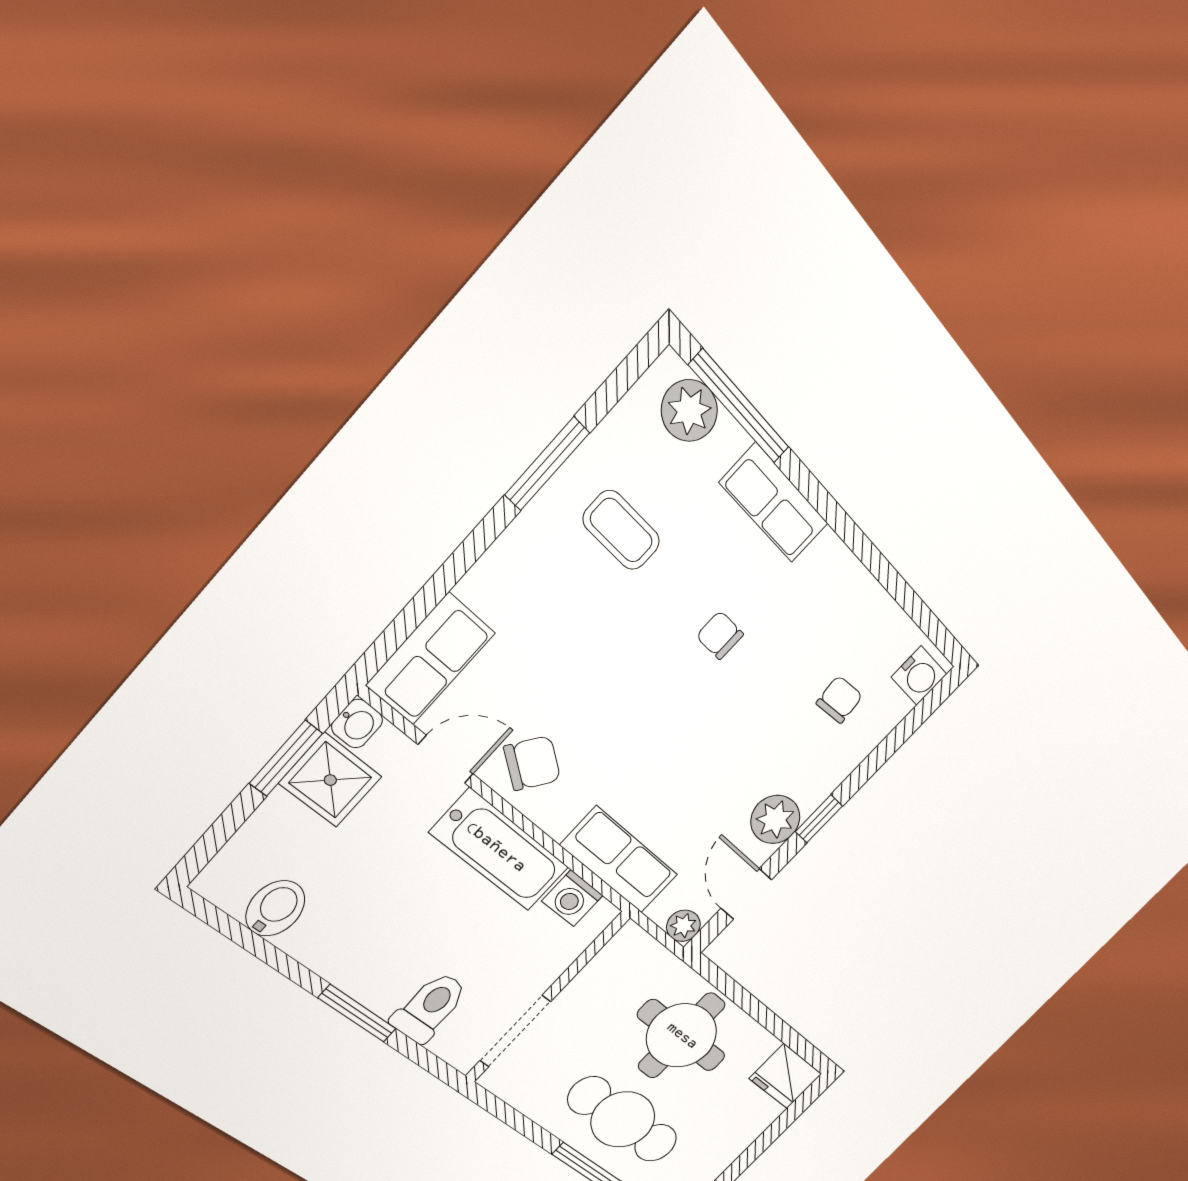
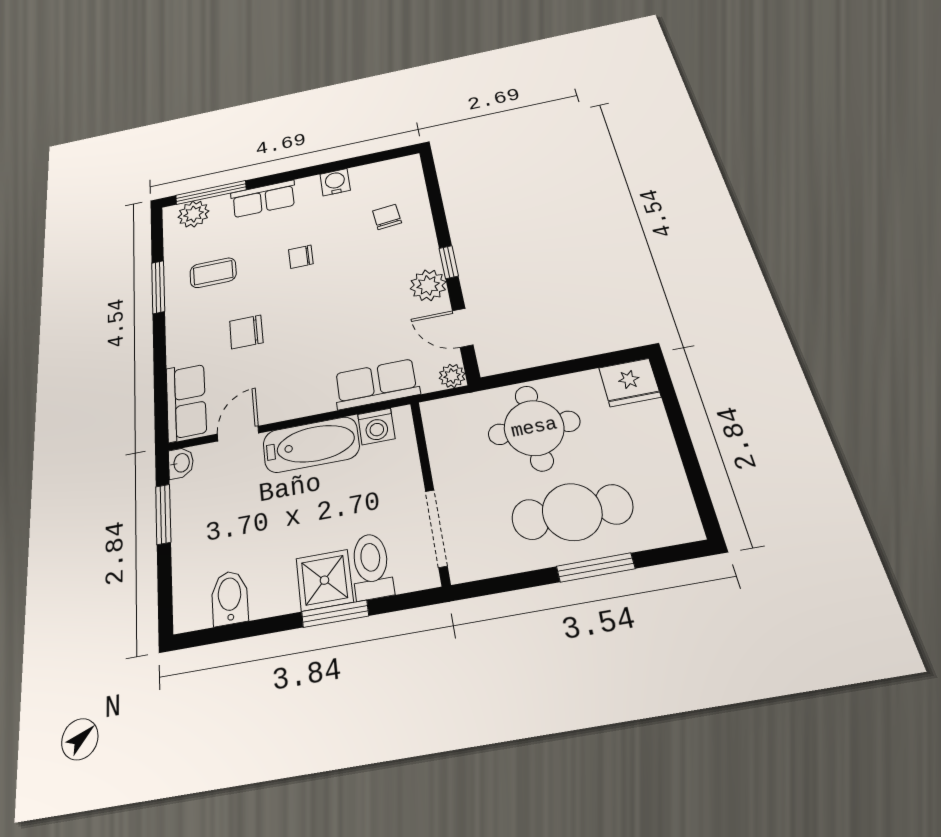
water cooler: (919, 676) -> (335, 182), moved, turned -90
chair: (532, 763) -> (246, 332), moved, turned -125
shower: (330, 780) -> (324, 580), moved

